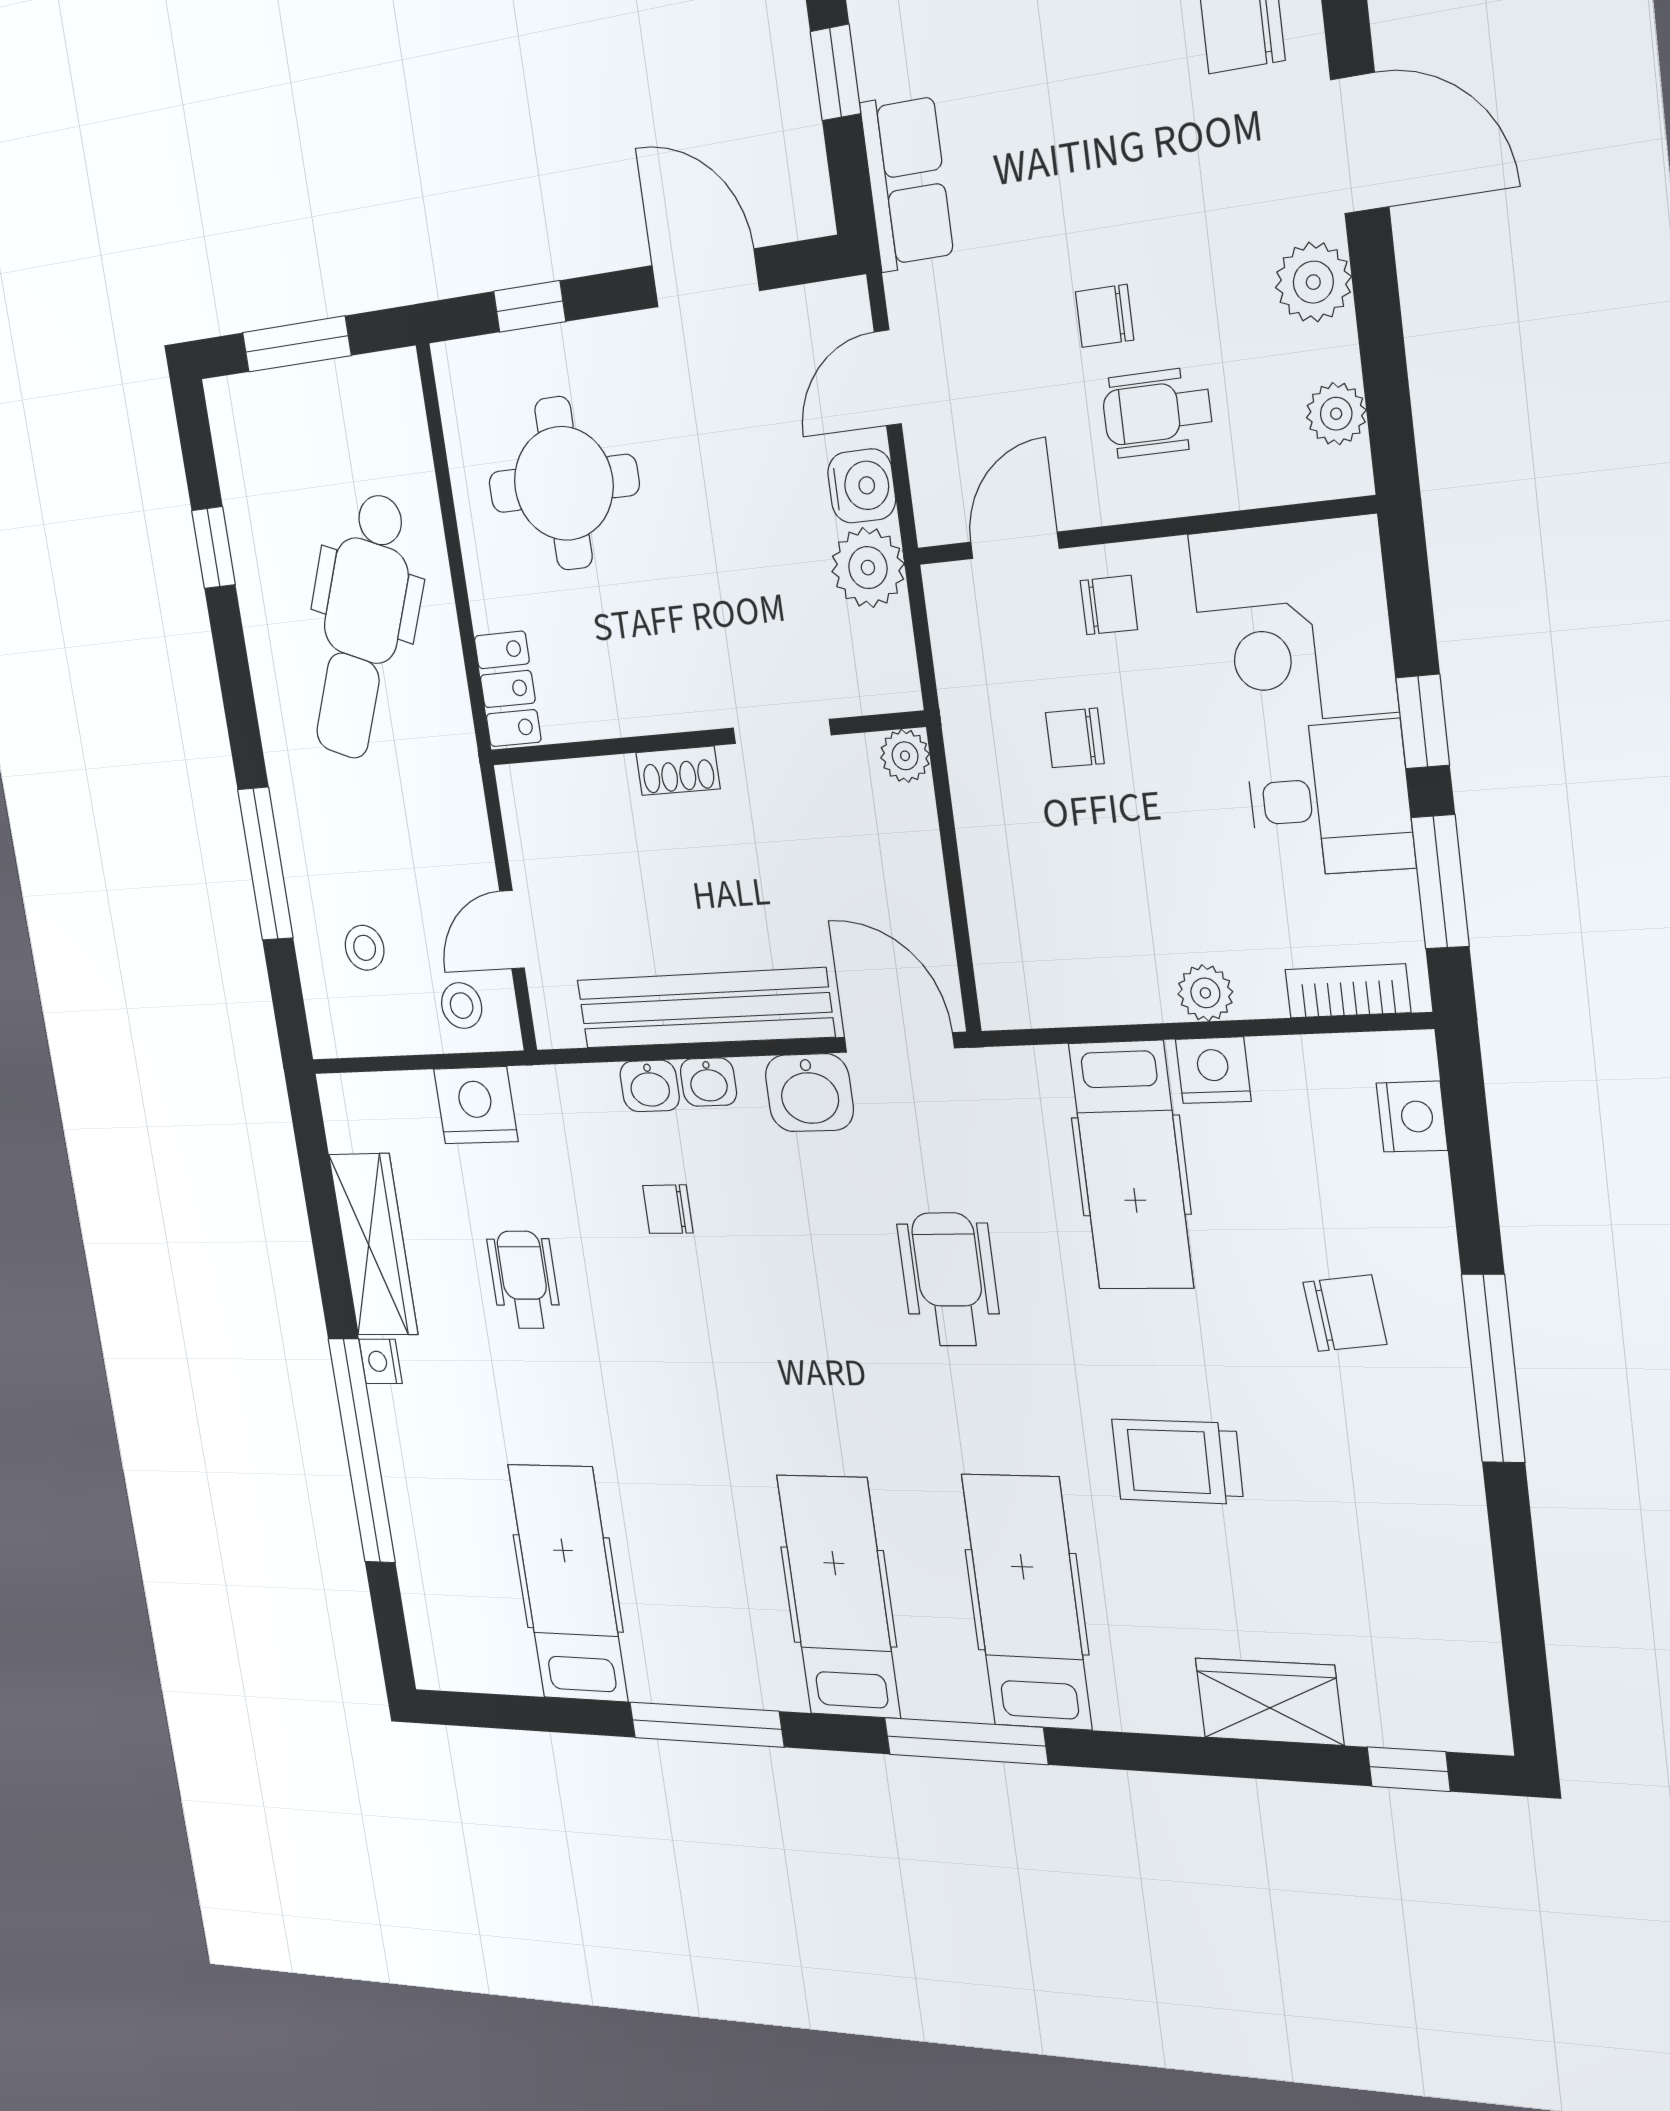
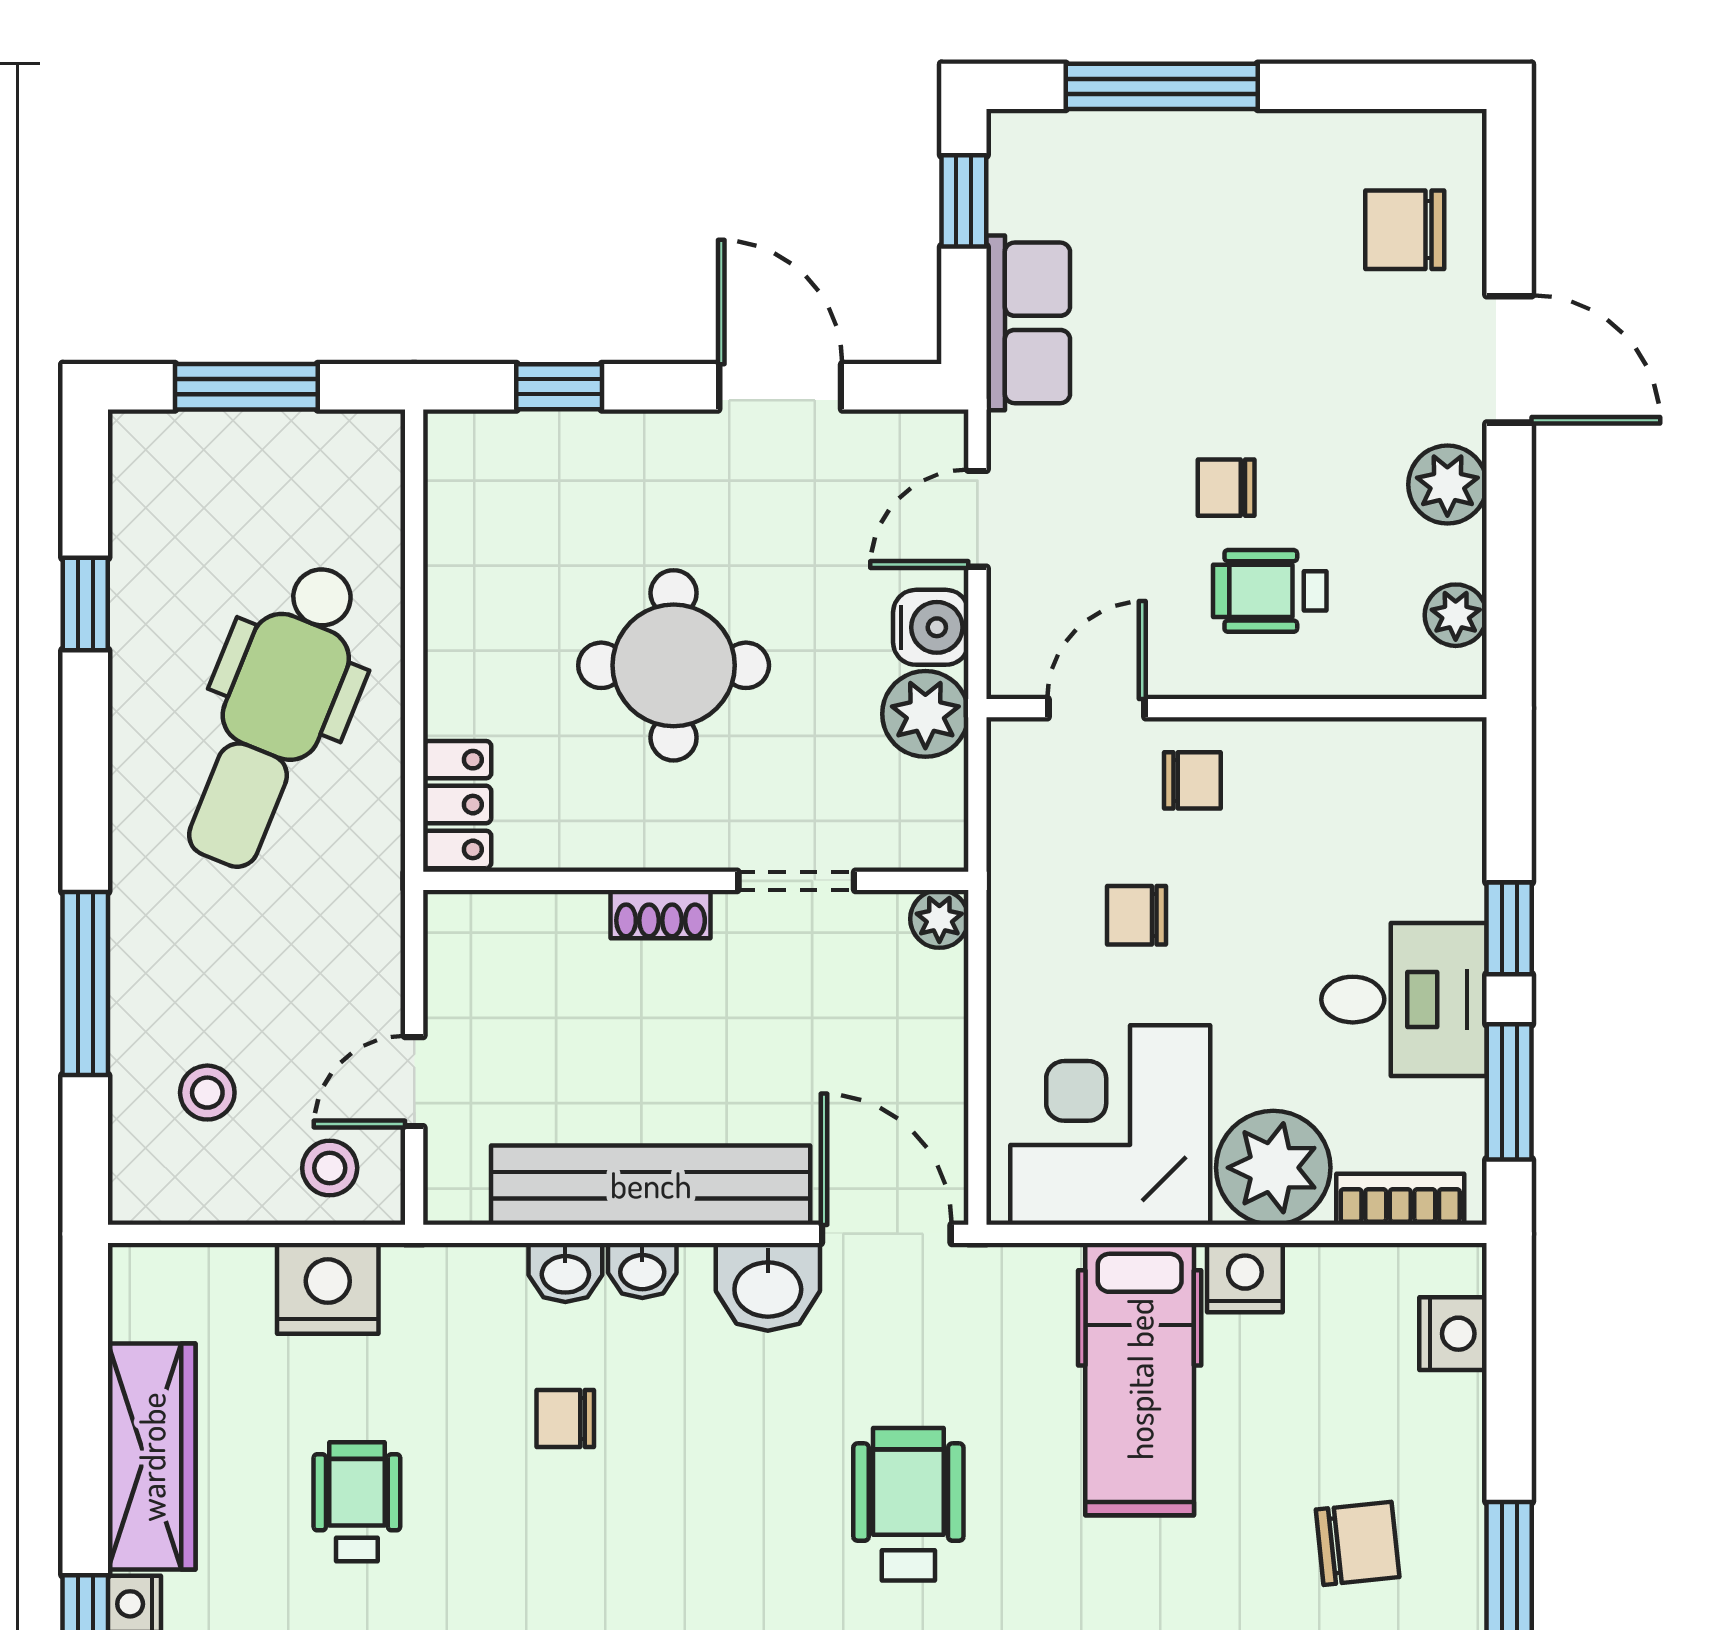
round table: (564, 484) -> (674, 665), moved
corner desk: (1293, 622) -> (1110, 1125), moved, turned 90
plant: (1205, 993) -> (1273, 1168), width x1.88, depth x1.88

